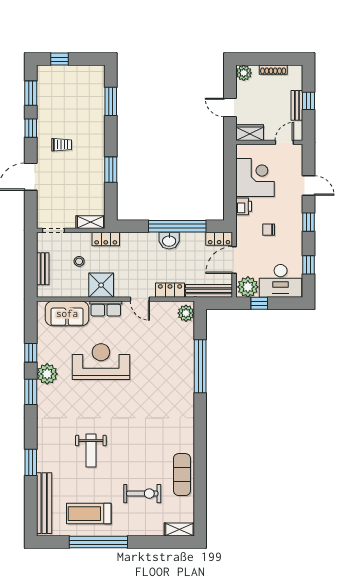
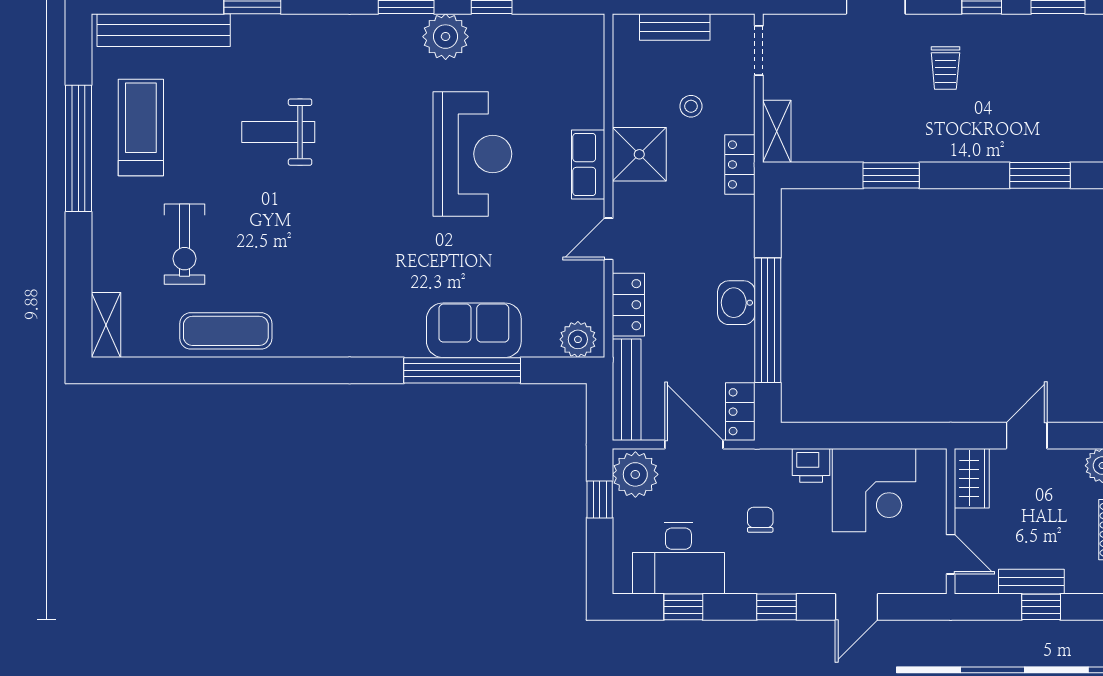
desk: (281, 281) -> (678, 558), moved, turned -90
sofa: (67, 313) -> (474, 330), moved, turned 90

